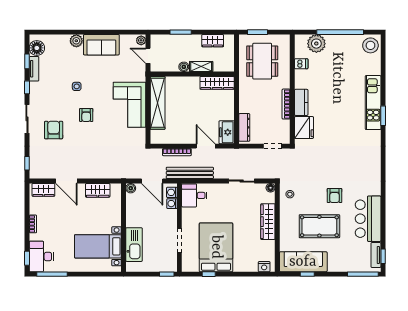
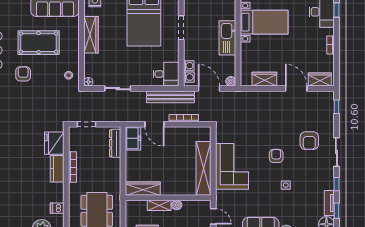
wardrobe: (268, 222) -> (91, 35), moved
kitchen sink: (134, 245) -> (227, 38), moved

